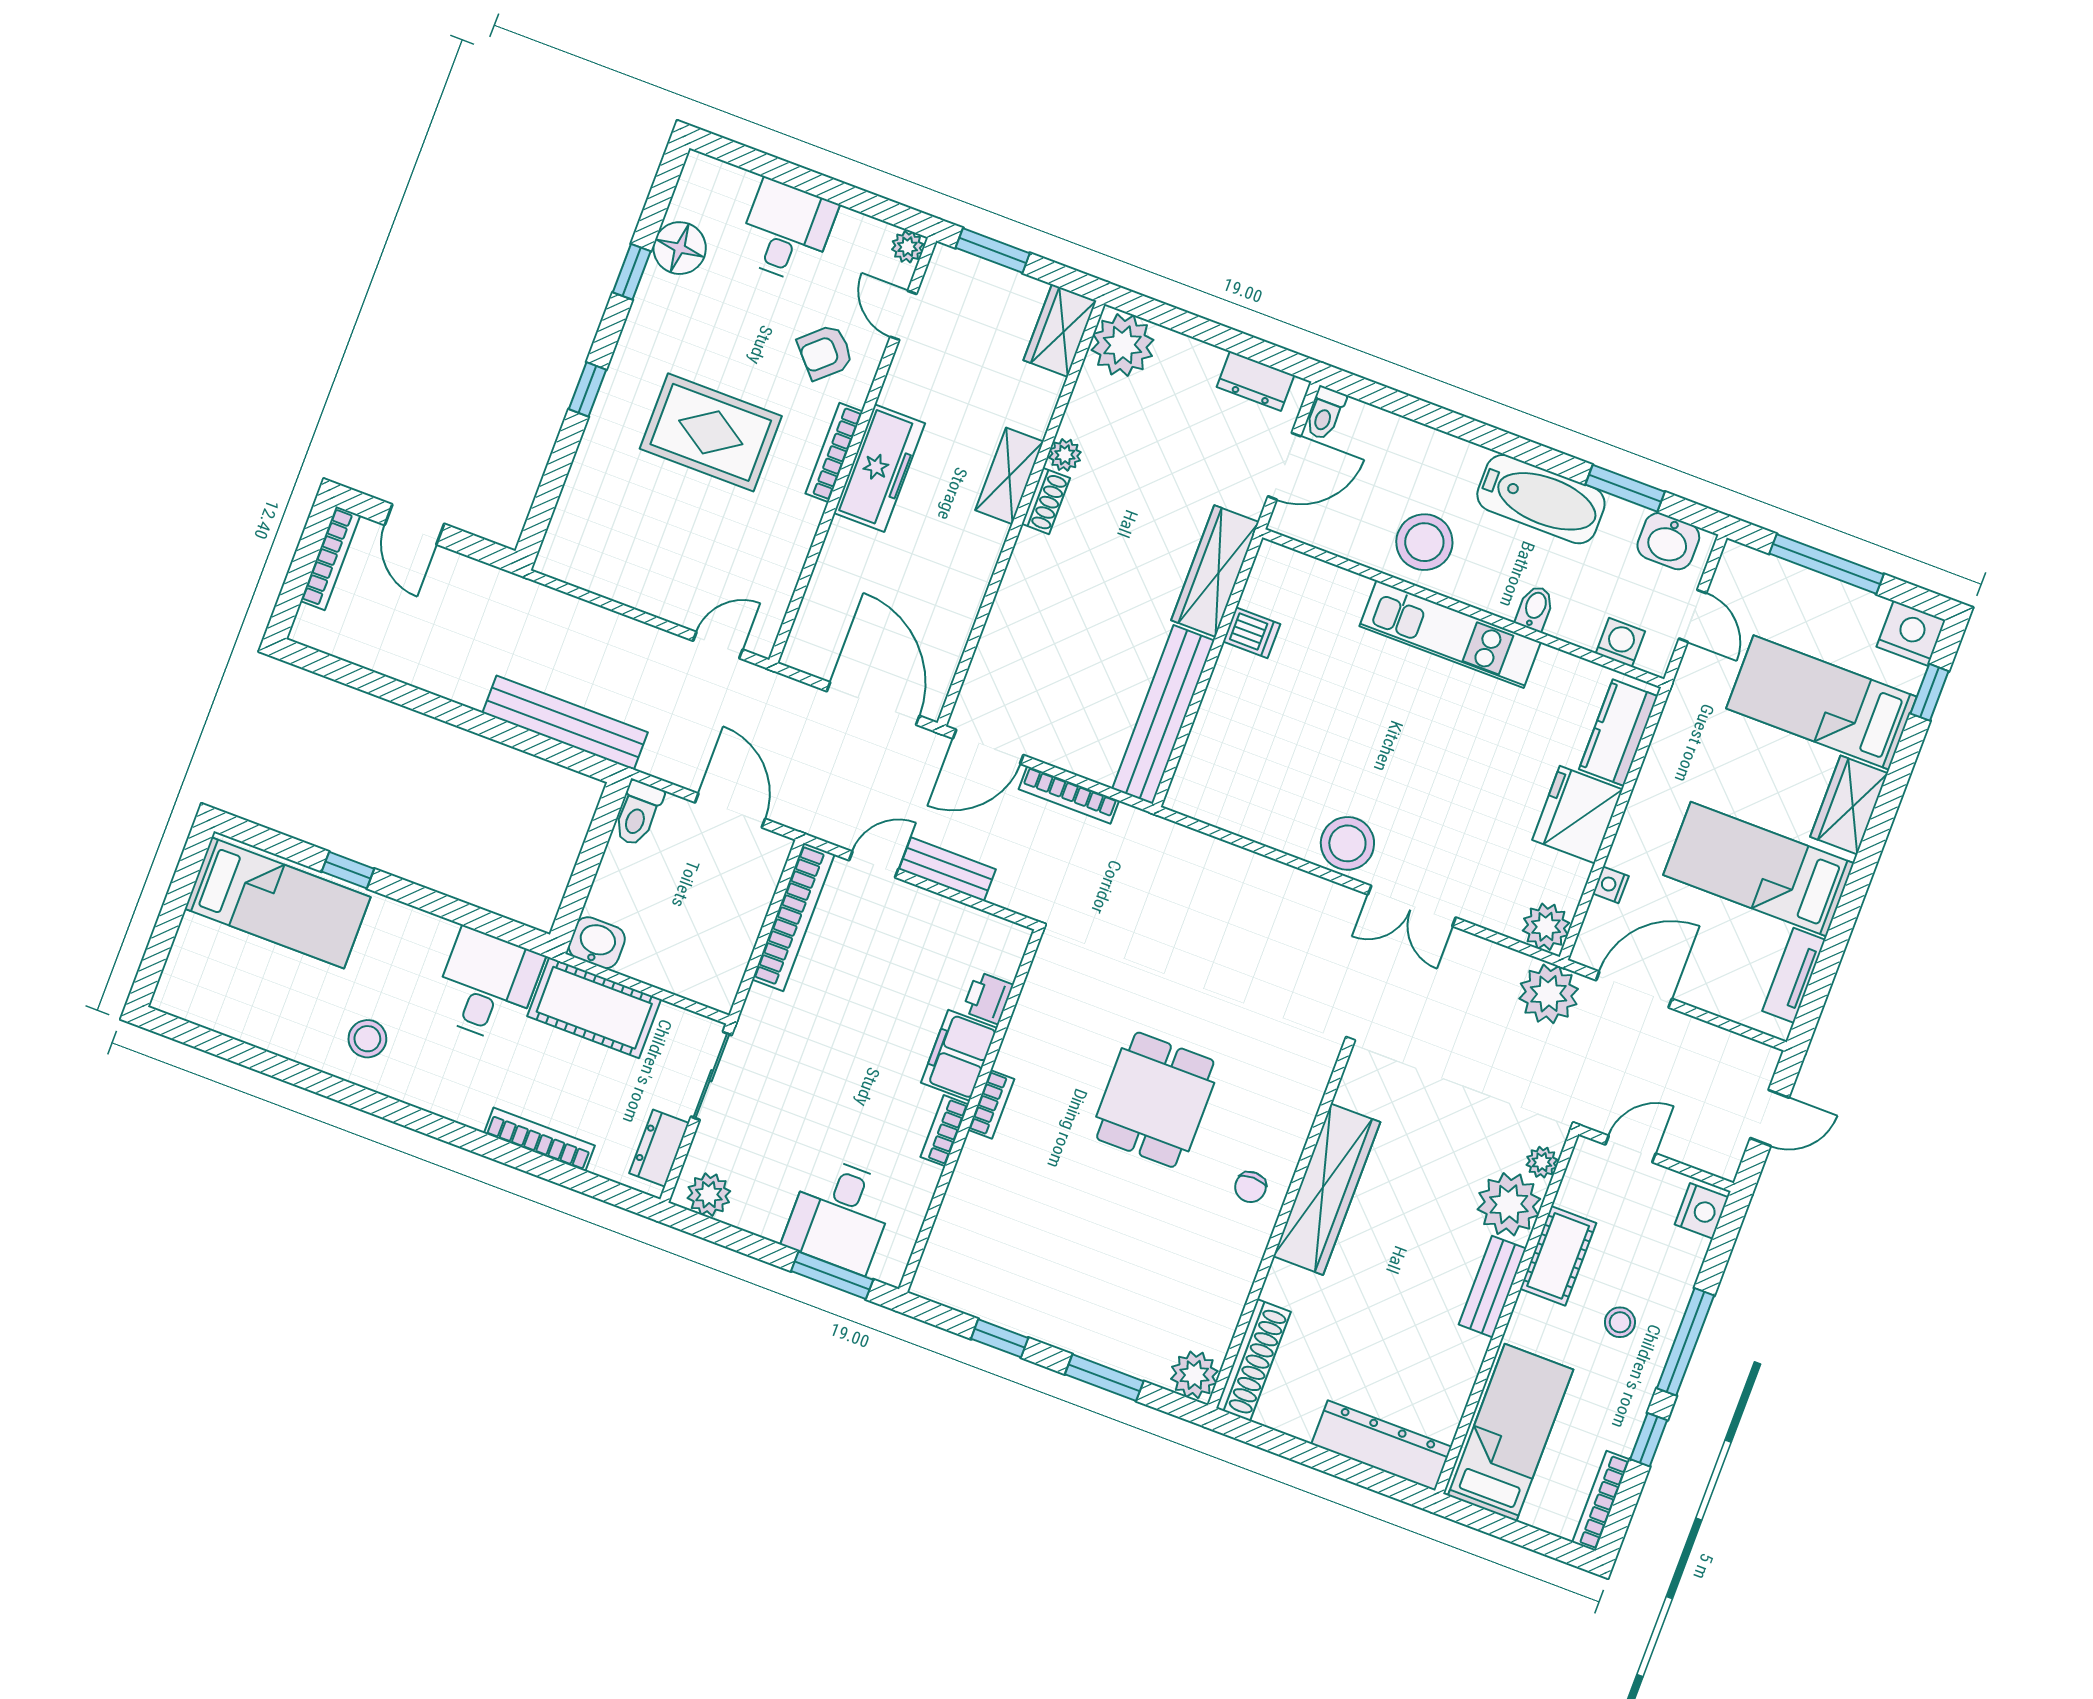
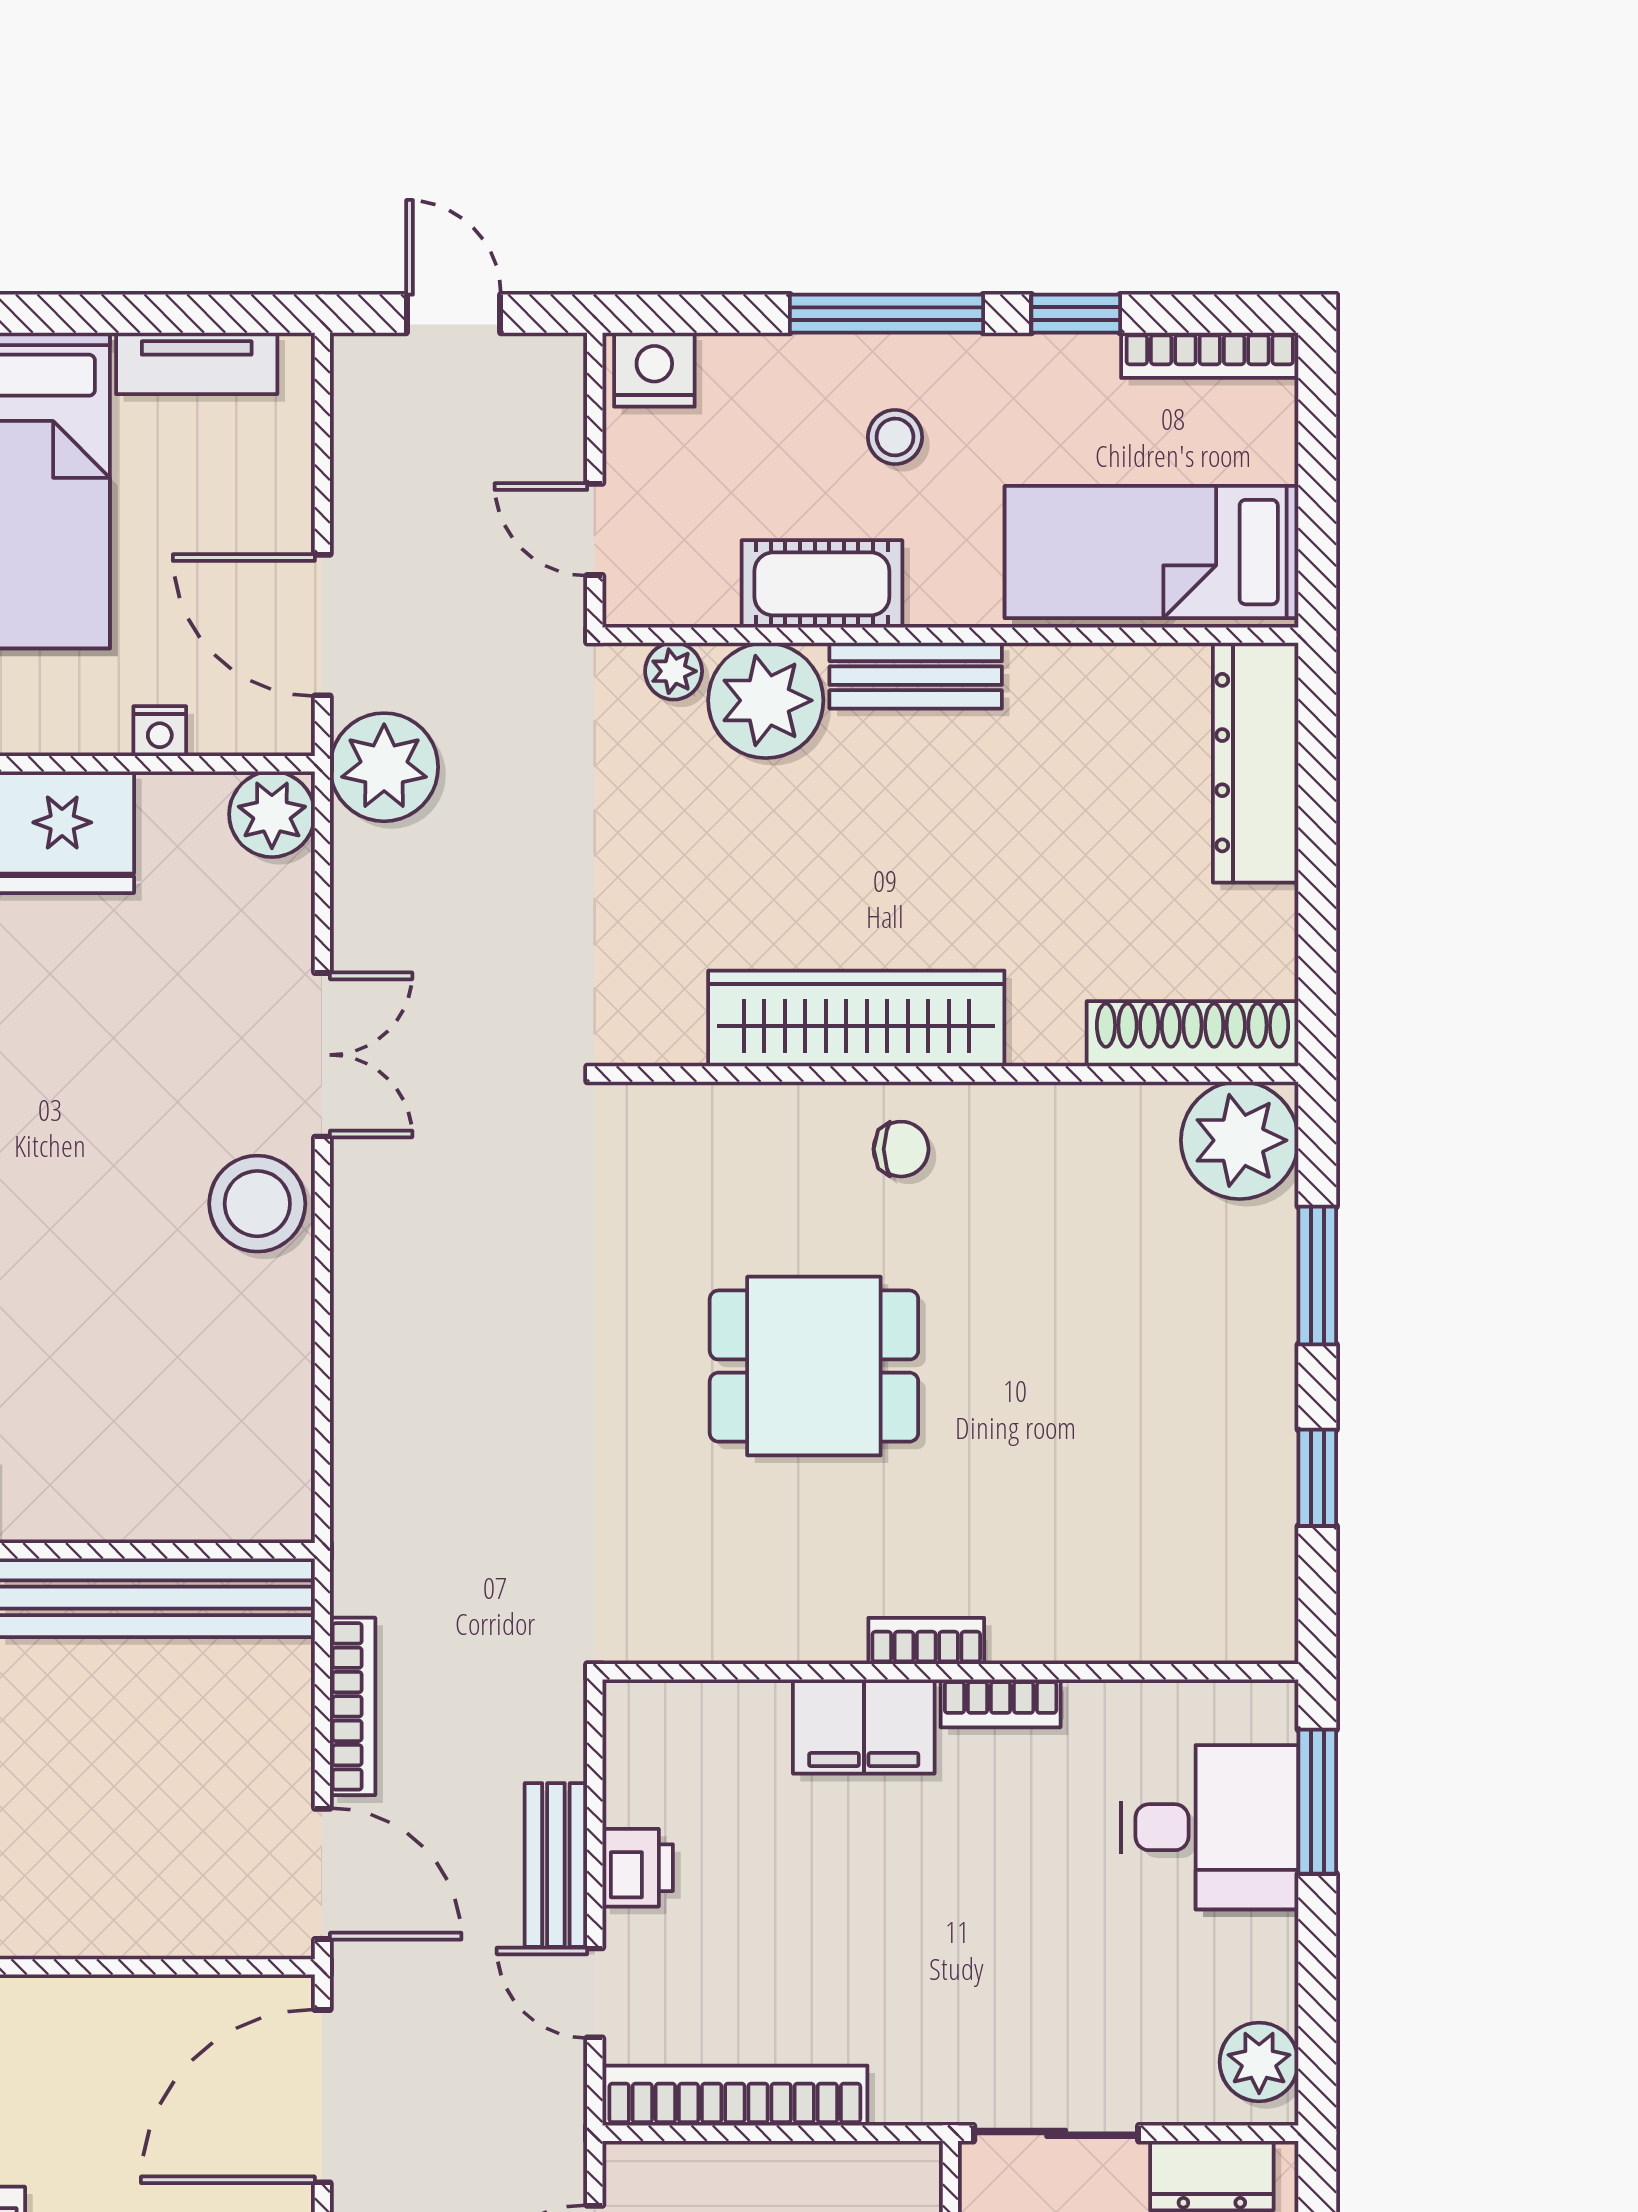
printer: (988, 998) -> (638, 1868), moved, turned -90
plant: (1194, 1375) -> (1240, 1140), width x1.36, depth x1.36

